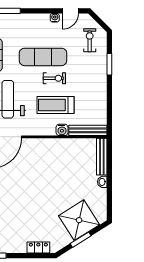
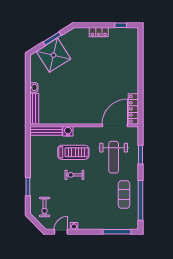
exercise mat: (43, 57) -> (84, 193), removed
locker: (38, 247) -> (99, 32), moved

